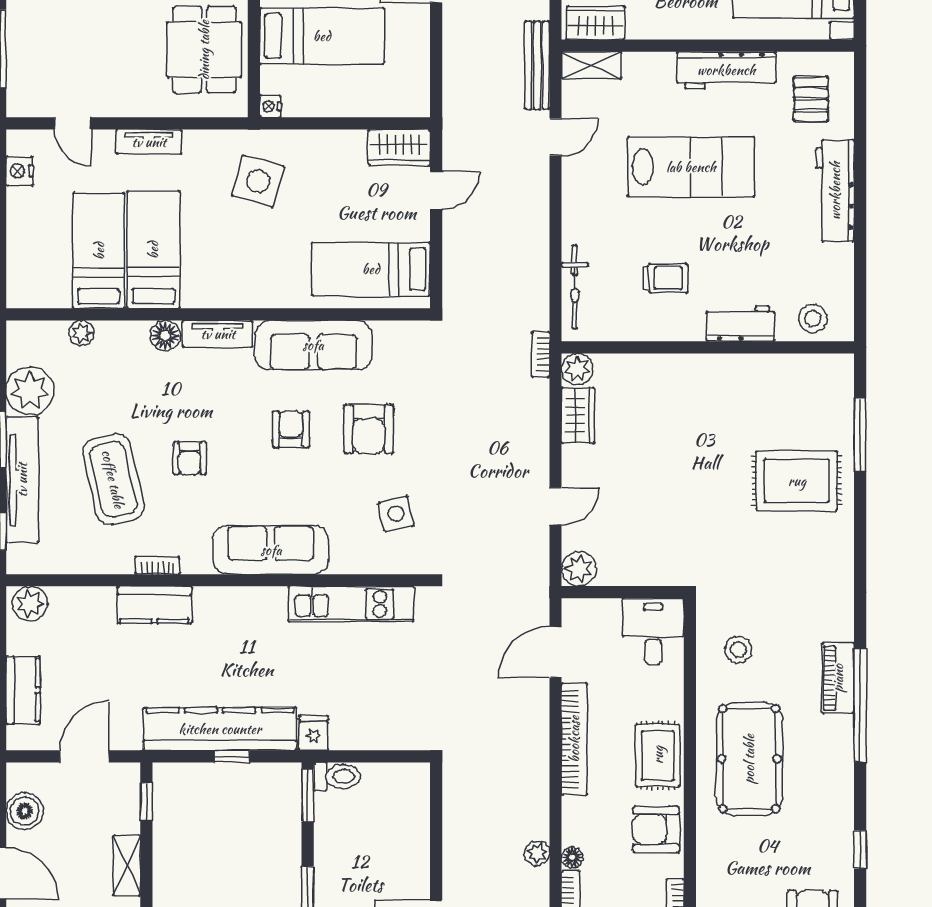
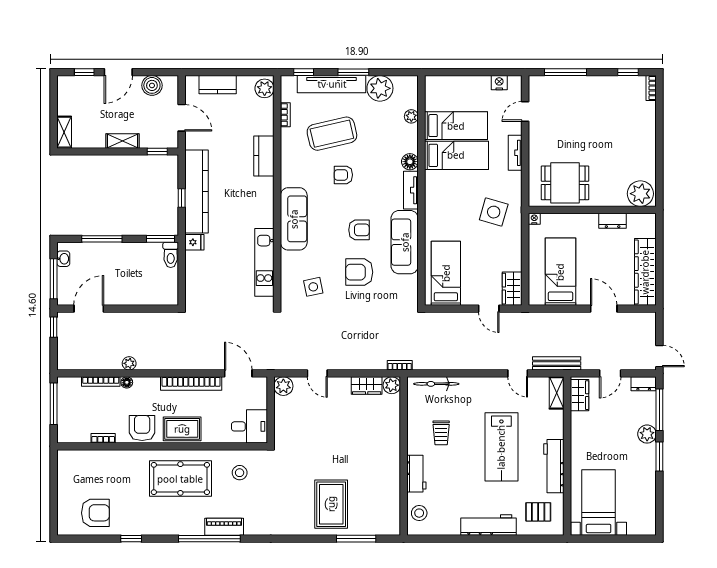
bed: (322, 36) -> (560, 272), moved, turned 180
bookcase: (157, 565) -> (285, 115), moved

